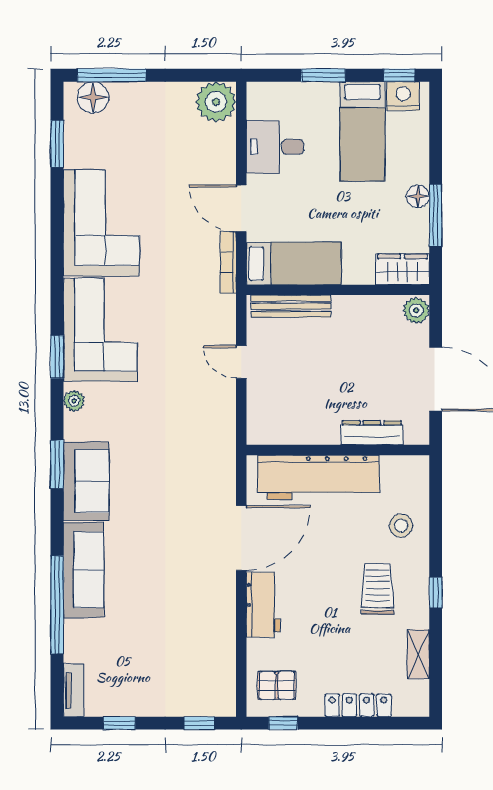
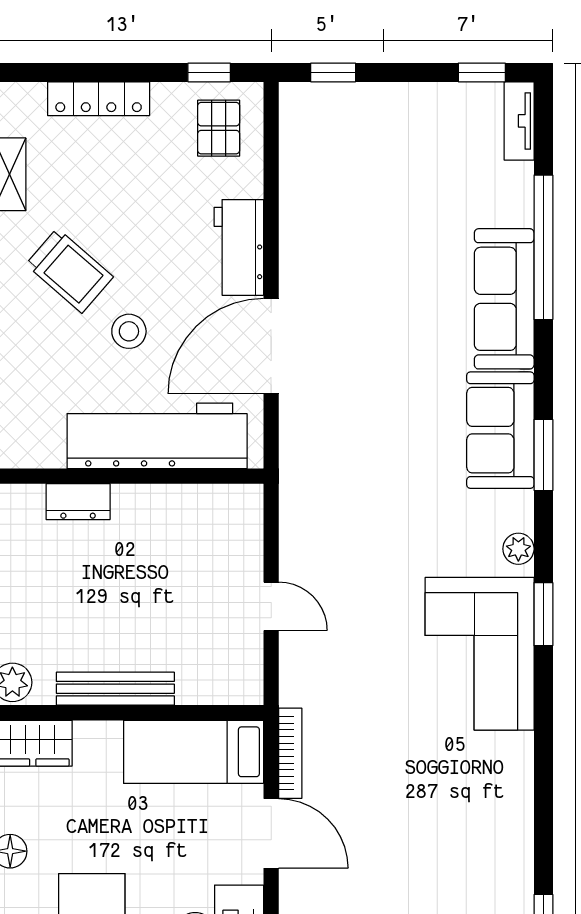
corner sofa: (101, 223) -> (478, 812), removed
bench: (291, 306) -> (115, 689), moved
dresser: (372, 433) -> (78, 502), width x0.70
stool: (401, 526) -> (129, 331), moved
trolley: (378, 589) -> (70, 271), turned -49
pallet: (277, 685) -> (219, 128), turned 90
window: (119, 723) -> (482, 72), moved

